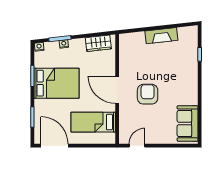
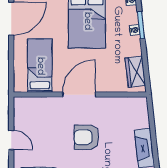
armchair: (148, 94) -> (86, 137), moved, turned 180
door: (137, 146) -> (11, 140), moved

